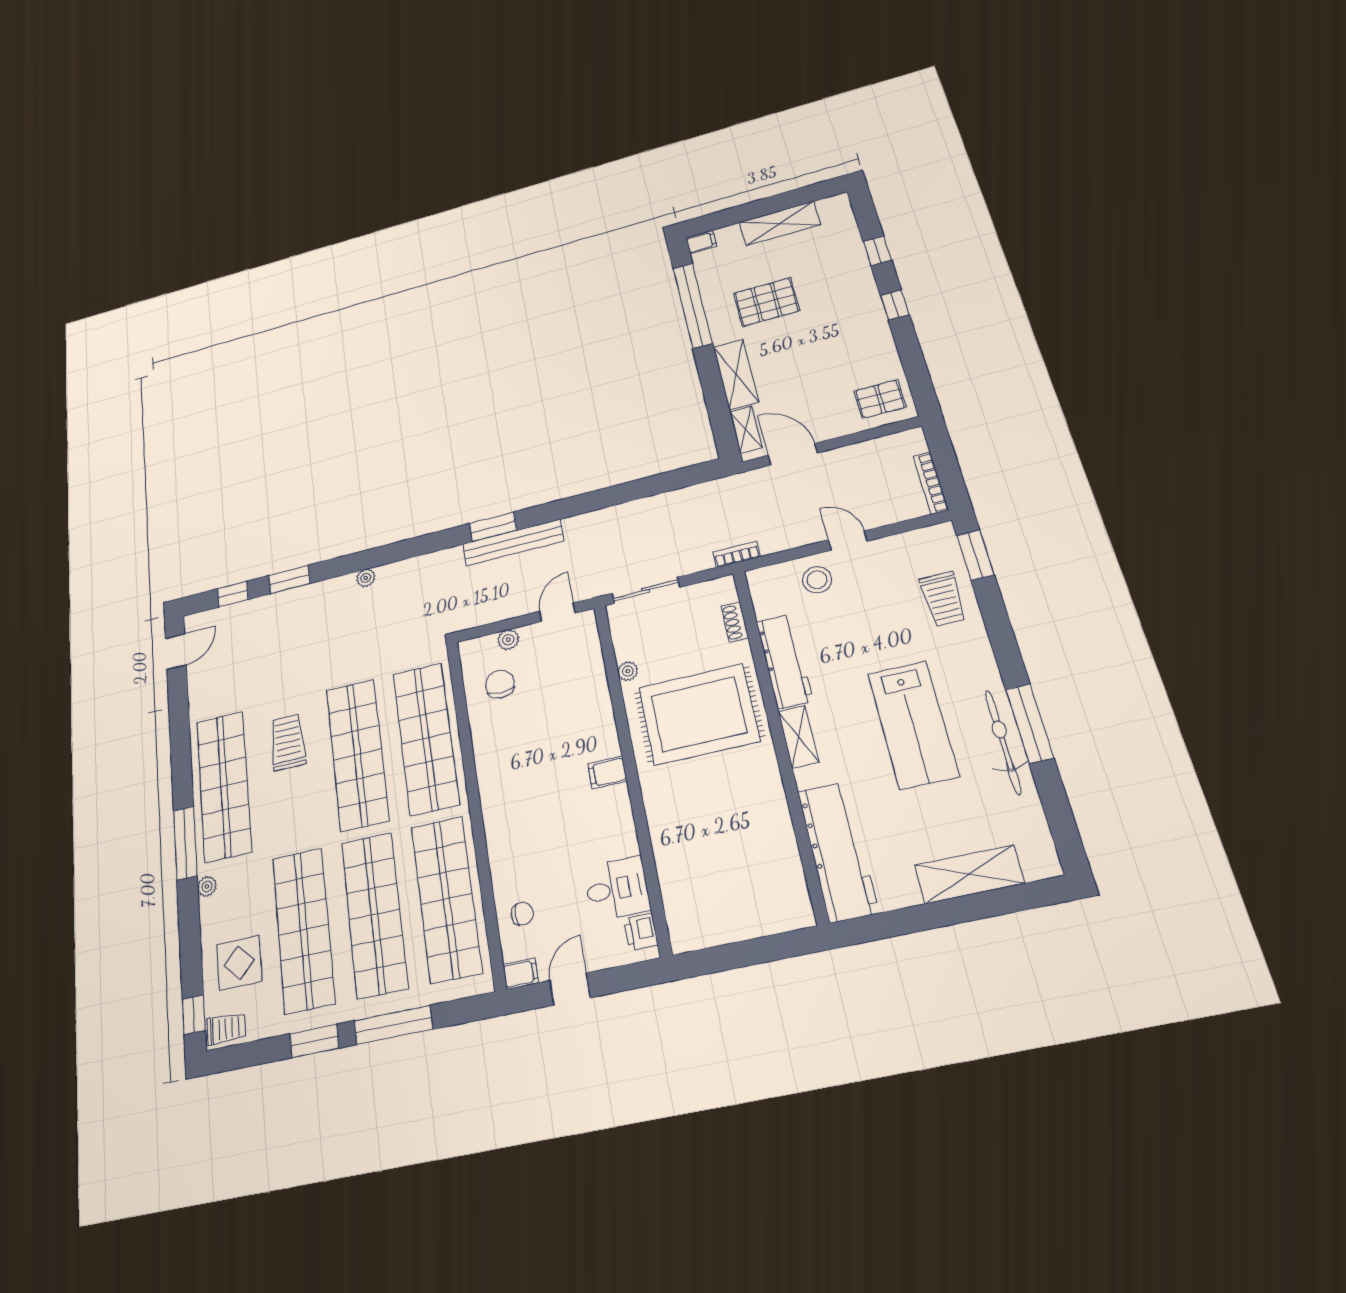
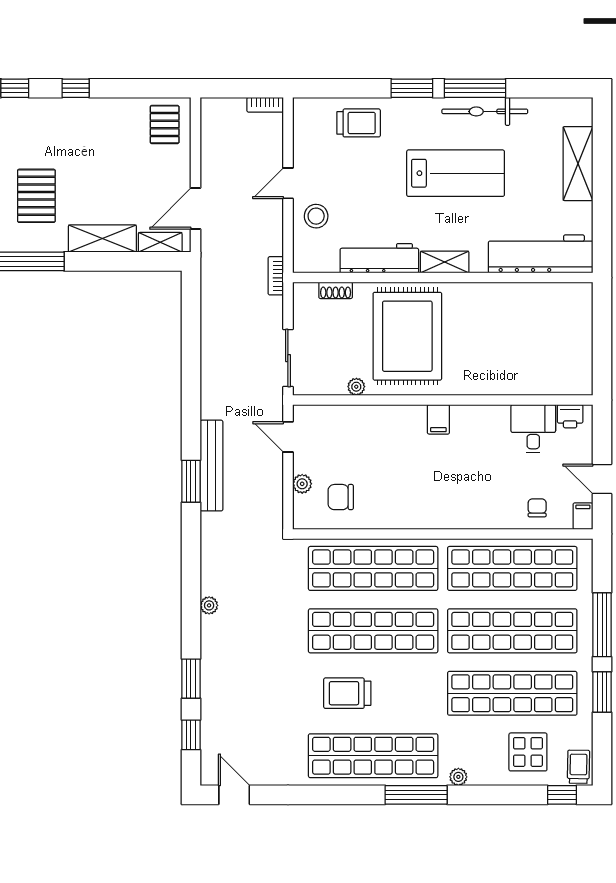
bookcase: (931, 483) -> (265, 105), width x0.64
window: (975, 555) -> (412, 88), moved

